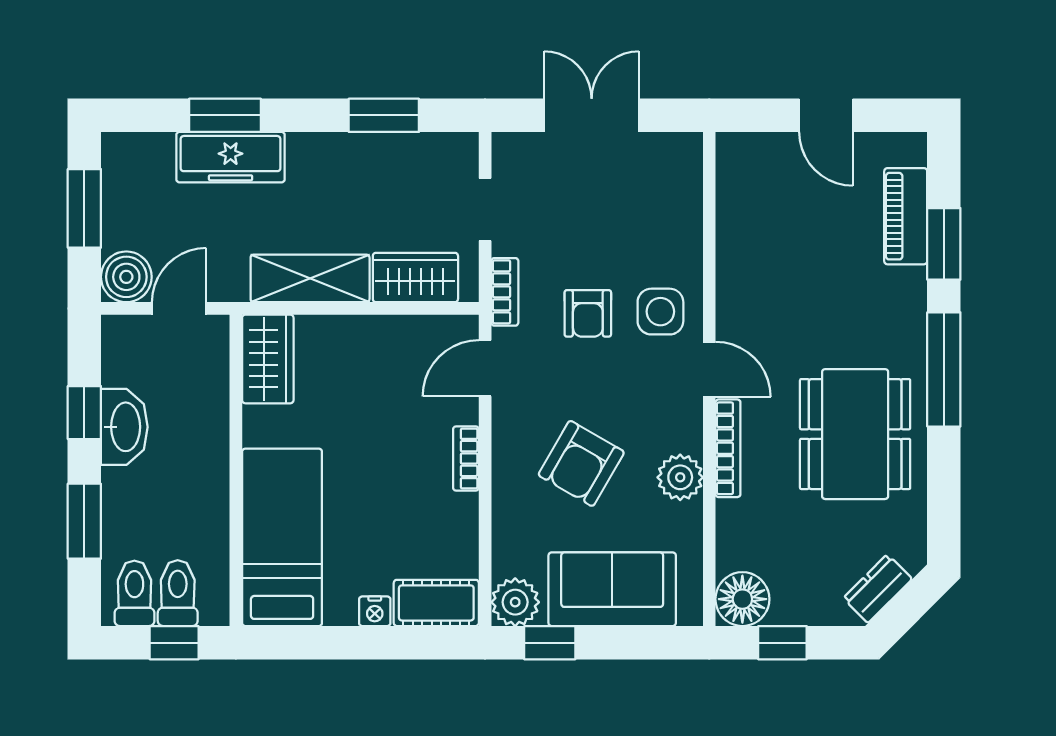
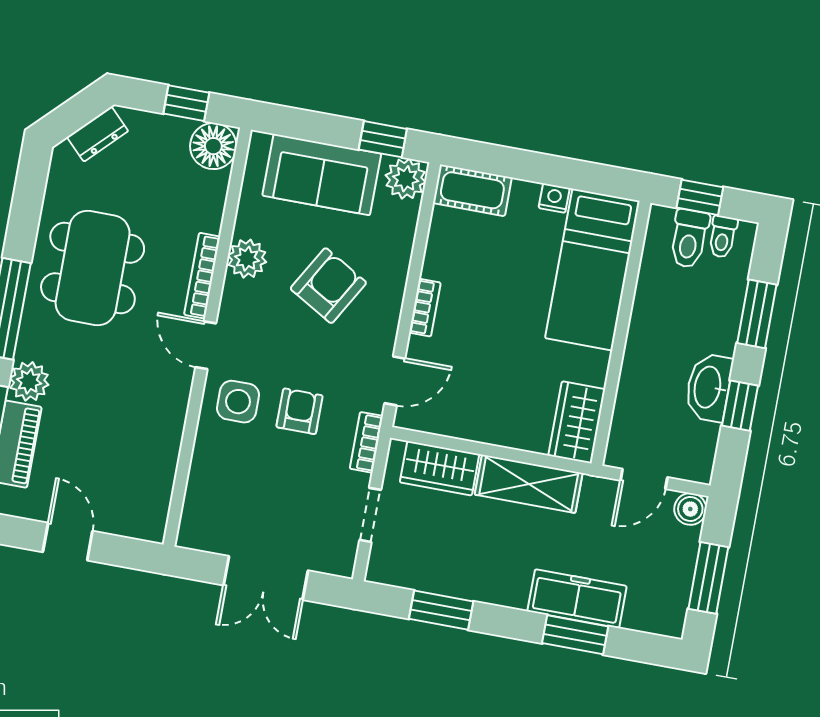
boiler: (126, 277) -> (690, 509), width x0.73, depth x0.73
plant: (904, 291) -> (29, 381), added
toilet: (134, 593) -> (723, 237), width x0.73, depth x0.72
nightstand: (375, 611) -> (554, 198), moved

